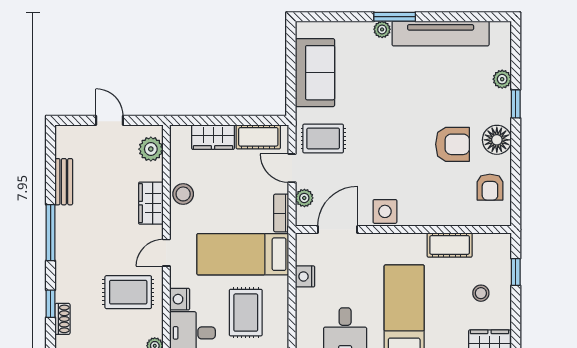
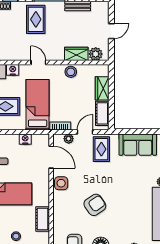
armchair: (452, 144) -> (95, 205), moved, turned -125
wardrobe: (151, 203) -> (76, 54), moved
rug: (128, 292) -> (36, 19), moved

